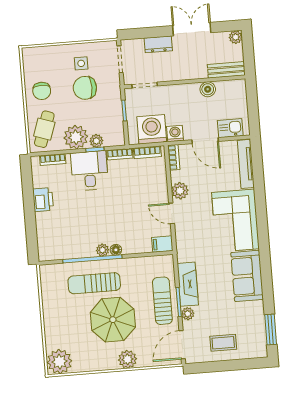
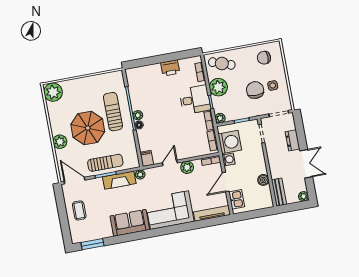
chair: (42, 91) -> (264, 58), moved
plant: (96, 141) -> (220, 118), moved
plant: (188, 314) -> (140, 174), moved

